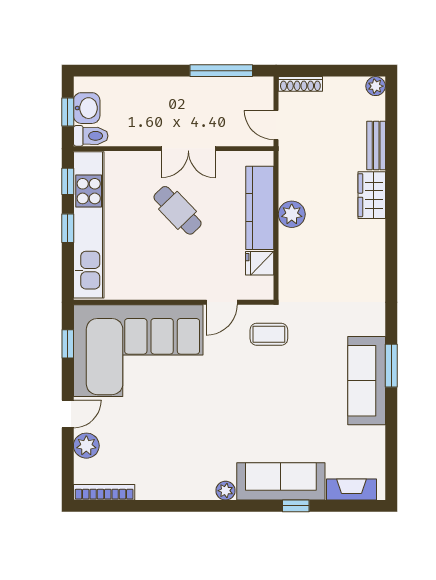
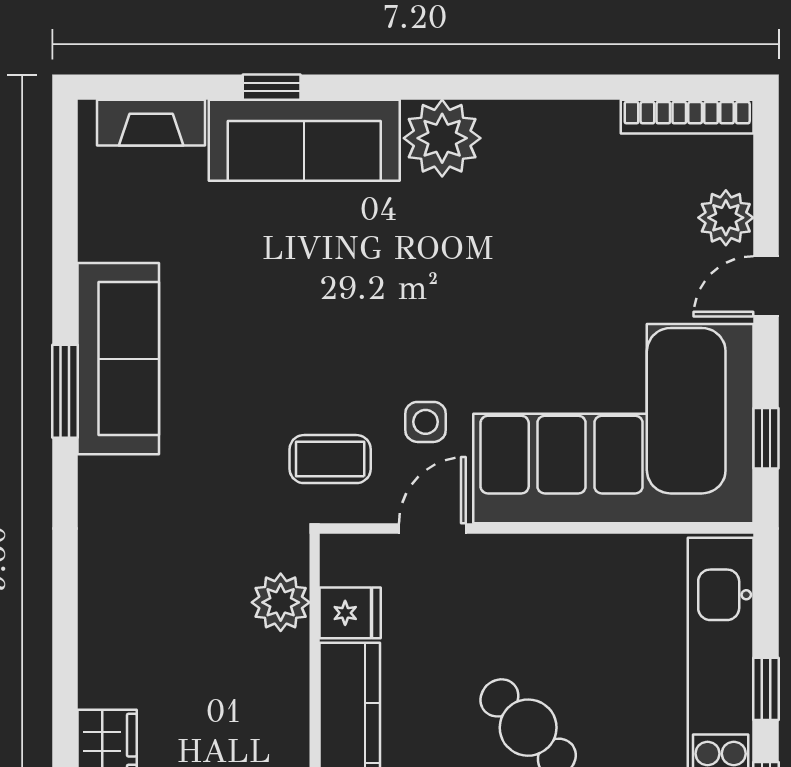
plant: (292, 214) -> (281, 602), moved
side table: (225, 351) -> (426, 422), added
plant: (226, 491) -> (442, 138), width x1.87, depth x1.87

